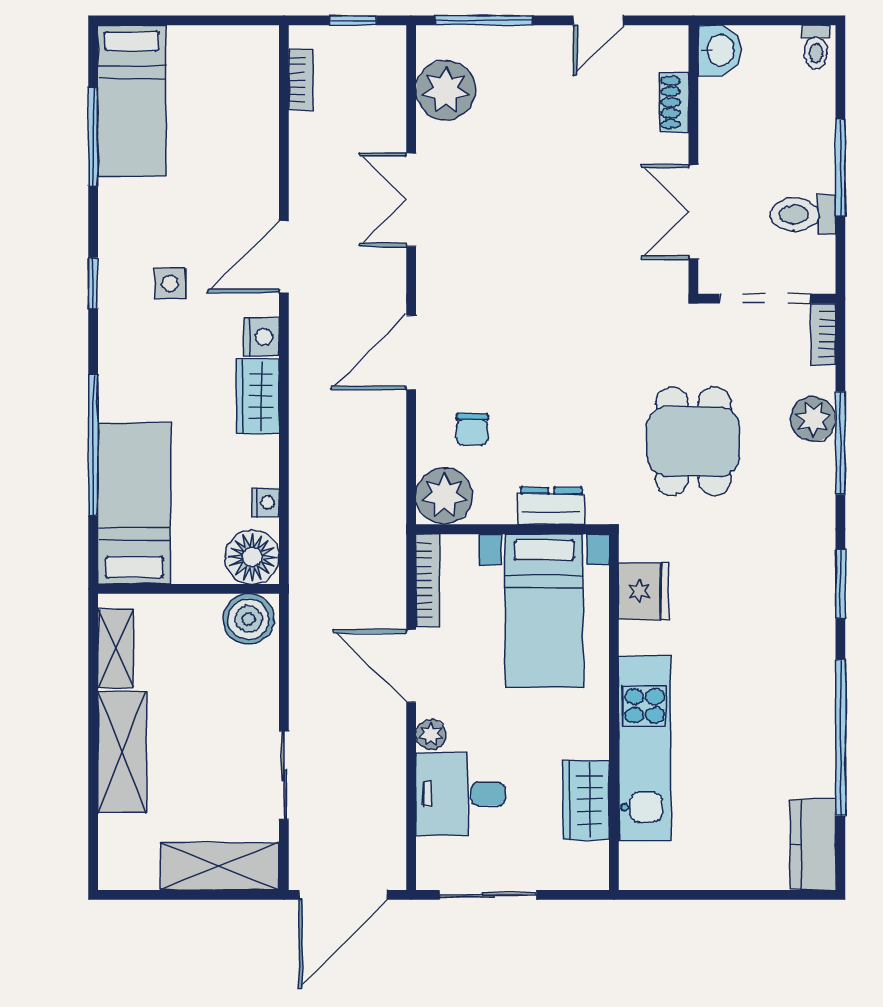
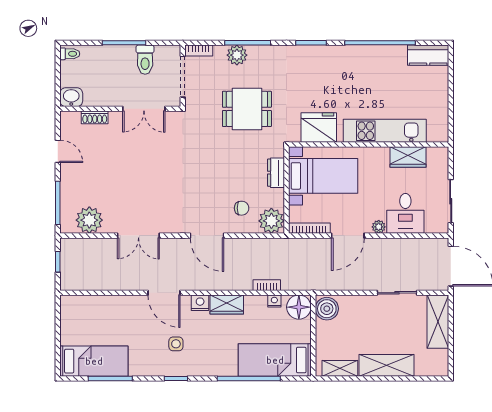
bookcase: (301, 80) -> (267, 285), moved
fridge: (643, 591) -> (319, 128), width x1.36, depth x1.34

